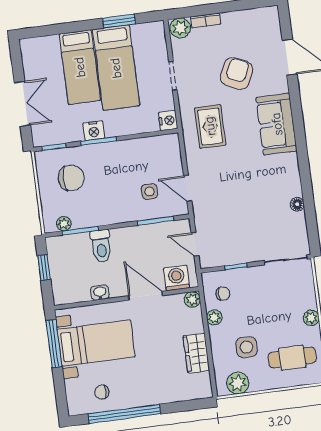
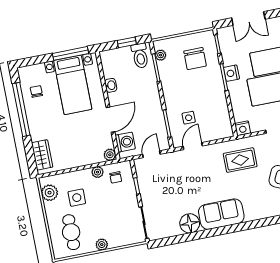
sofa: (277, 124) -> (221, 214), moved
floor lamp: (297, 204) -> (190, 223), width x1.89, depth x1.89
toilet: (101, 246) -> (140, 56), moved, turned -90
wardrobe: (196, 353) -> (42, 155), moved, turned 90

